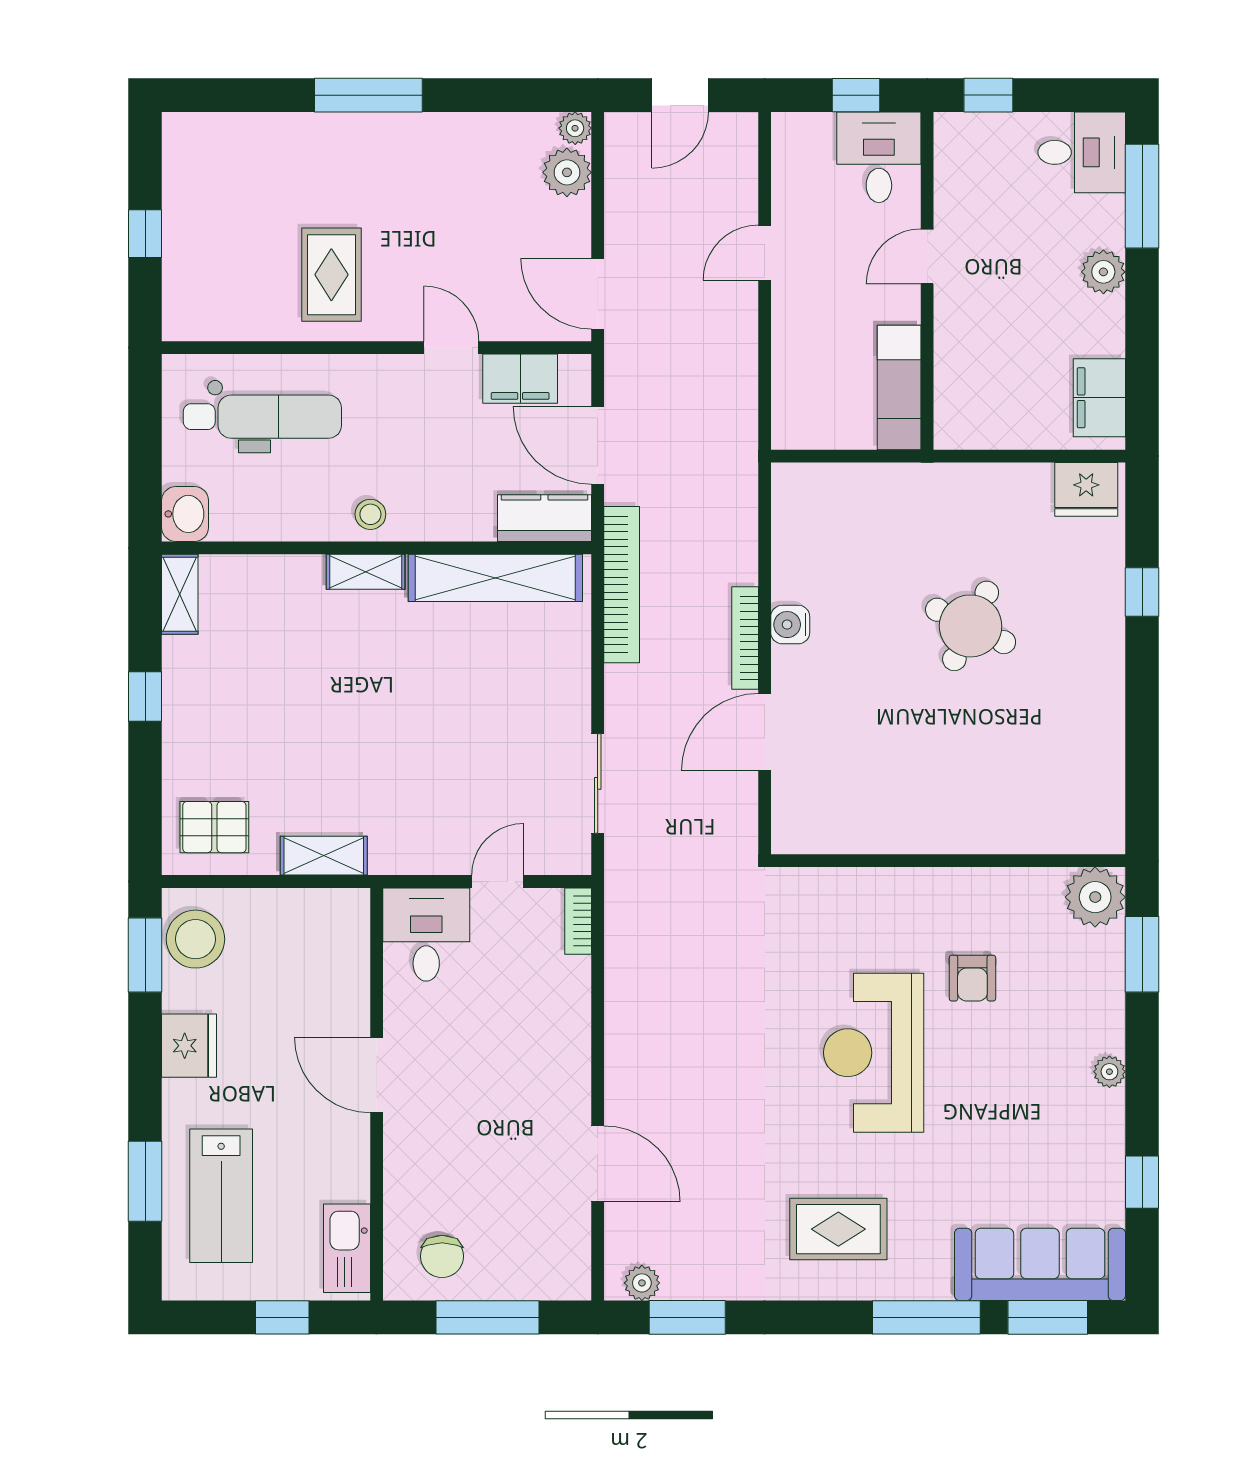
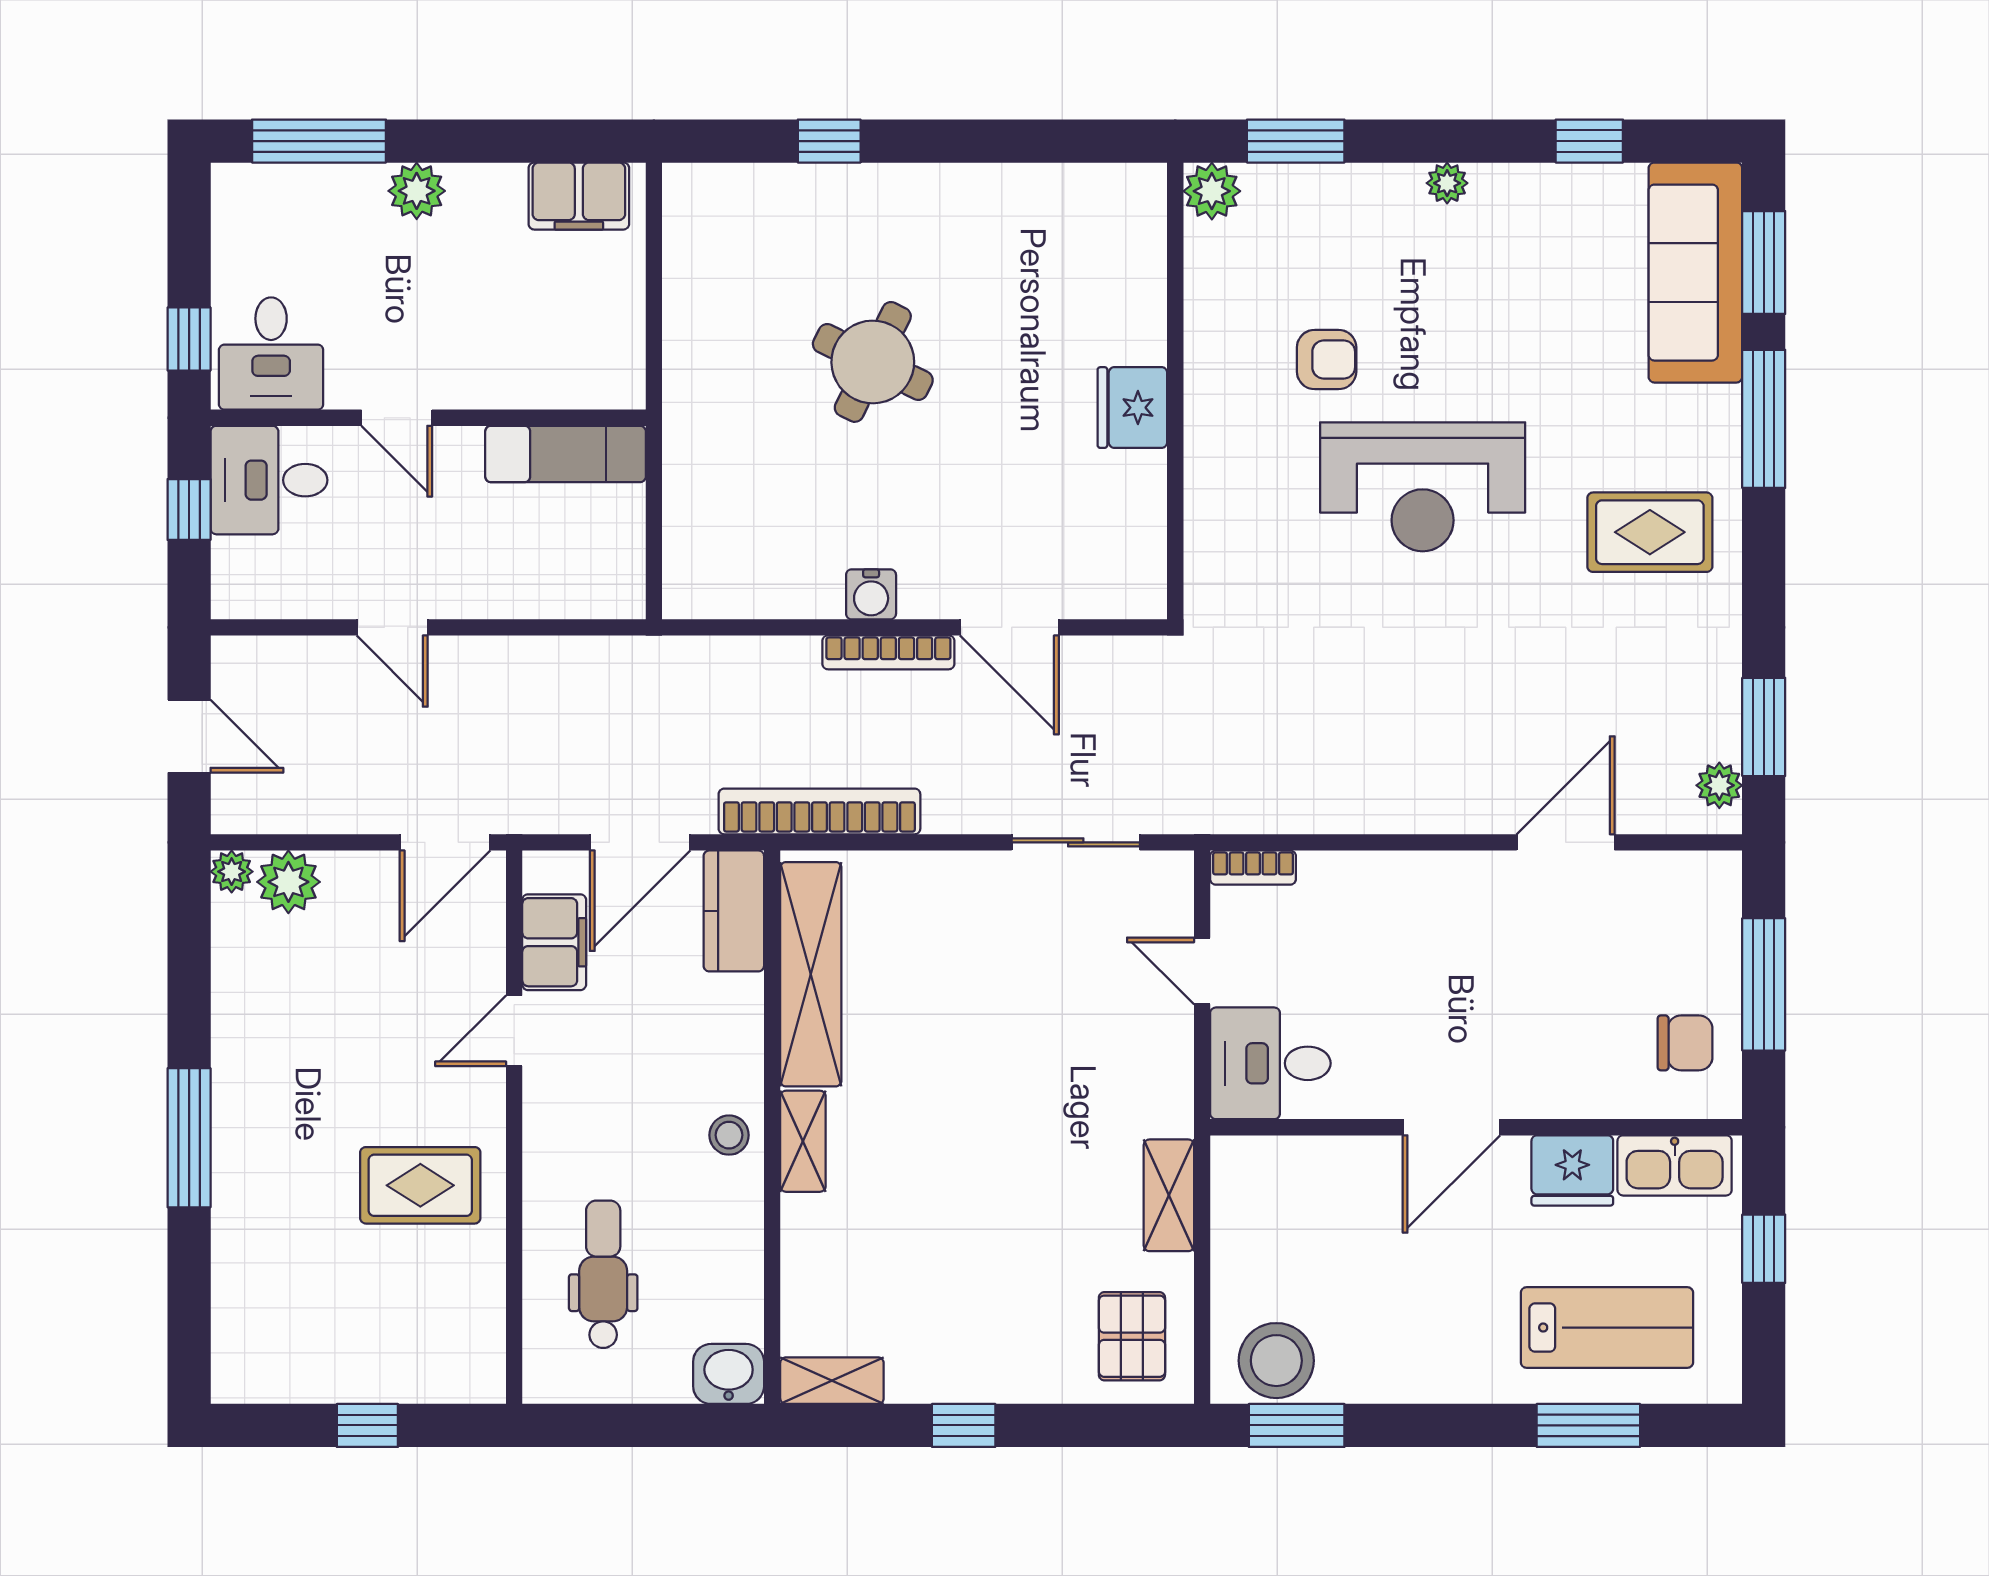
desk: (1082, 152) -> (271, 353), moved, turned 180
dental chair: (262, 417) -> (603, 1274), width x0.73, depth x0.72
fridge: (1086, 489) -> (1132, 408), moved, turned 180
plant: (1095, 897) -> (1212, 191), width x0.73, depth x0.73
fridge: (189, 1046) -> (1572, 1170), moved, turned 180
rug: (838, 1229) -> (1650, 532), turned 90

